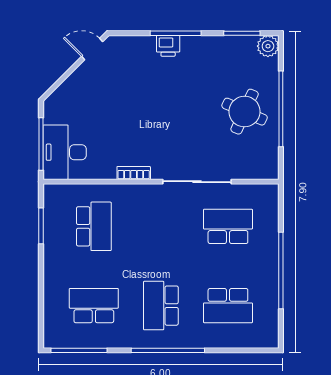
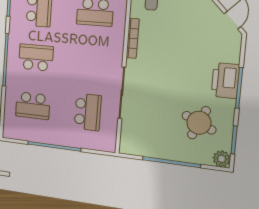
printer: (168, 46) -> (225, 81), width x1.87, depth x1.48
round table: (245, 112) -> (199, 123), moved
bookcase: (134, 173) -> (133, 38), width x1.56
school desk: (228, 306) -> (33, 106), turned -90

